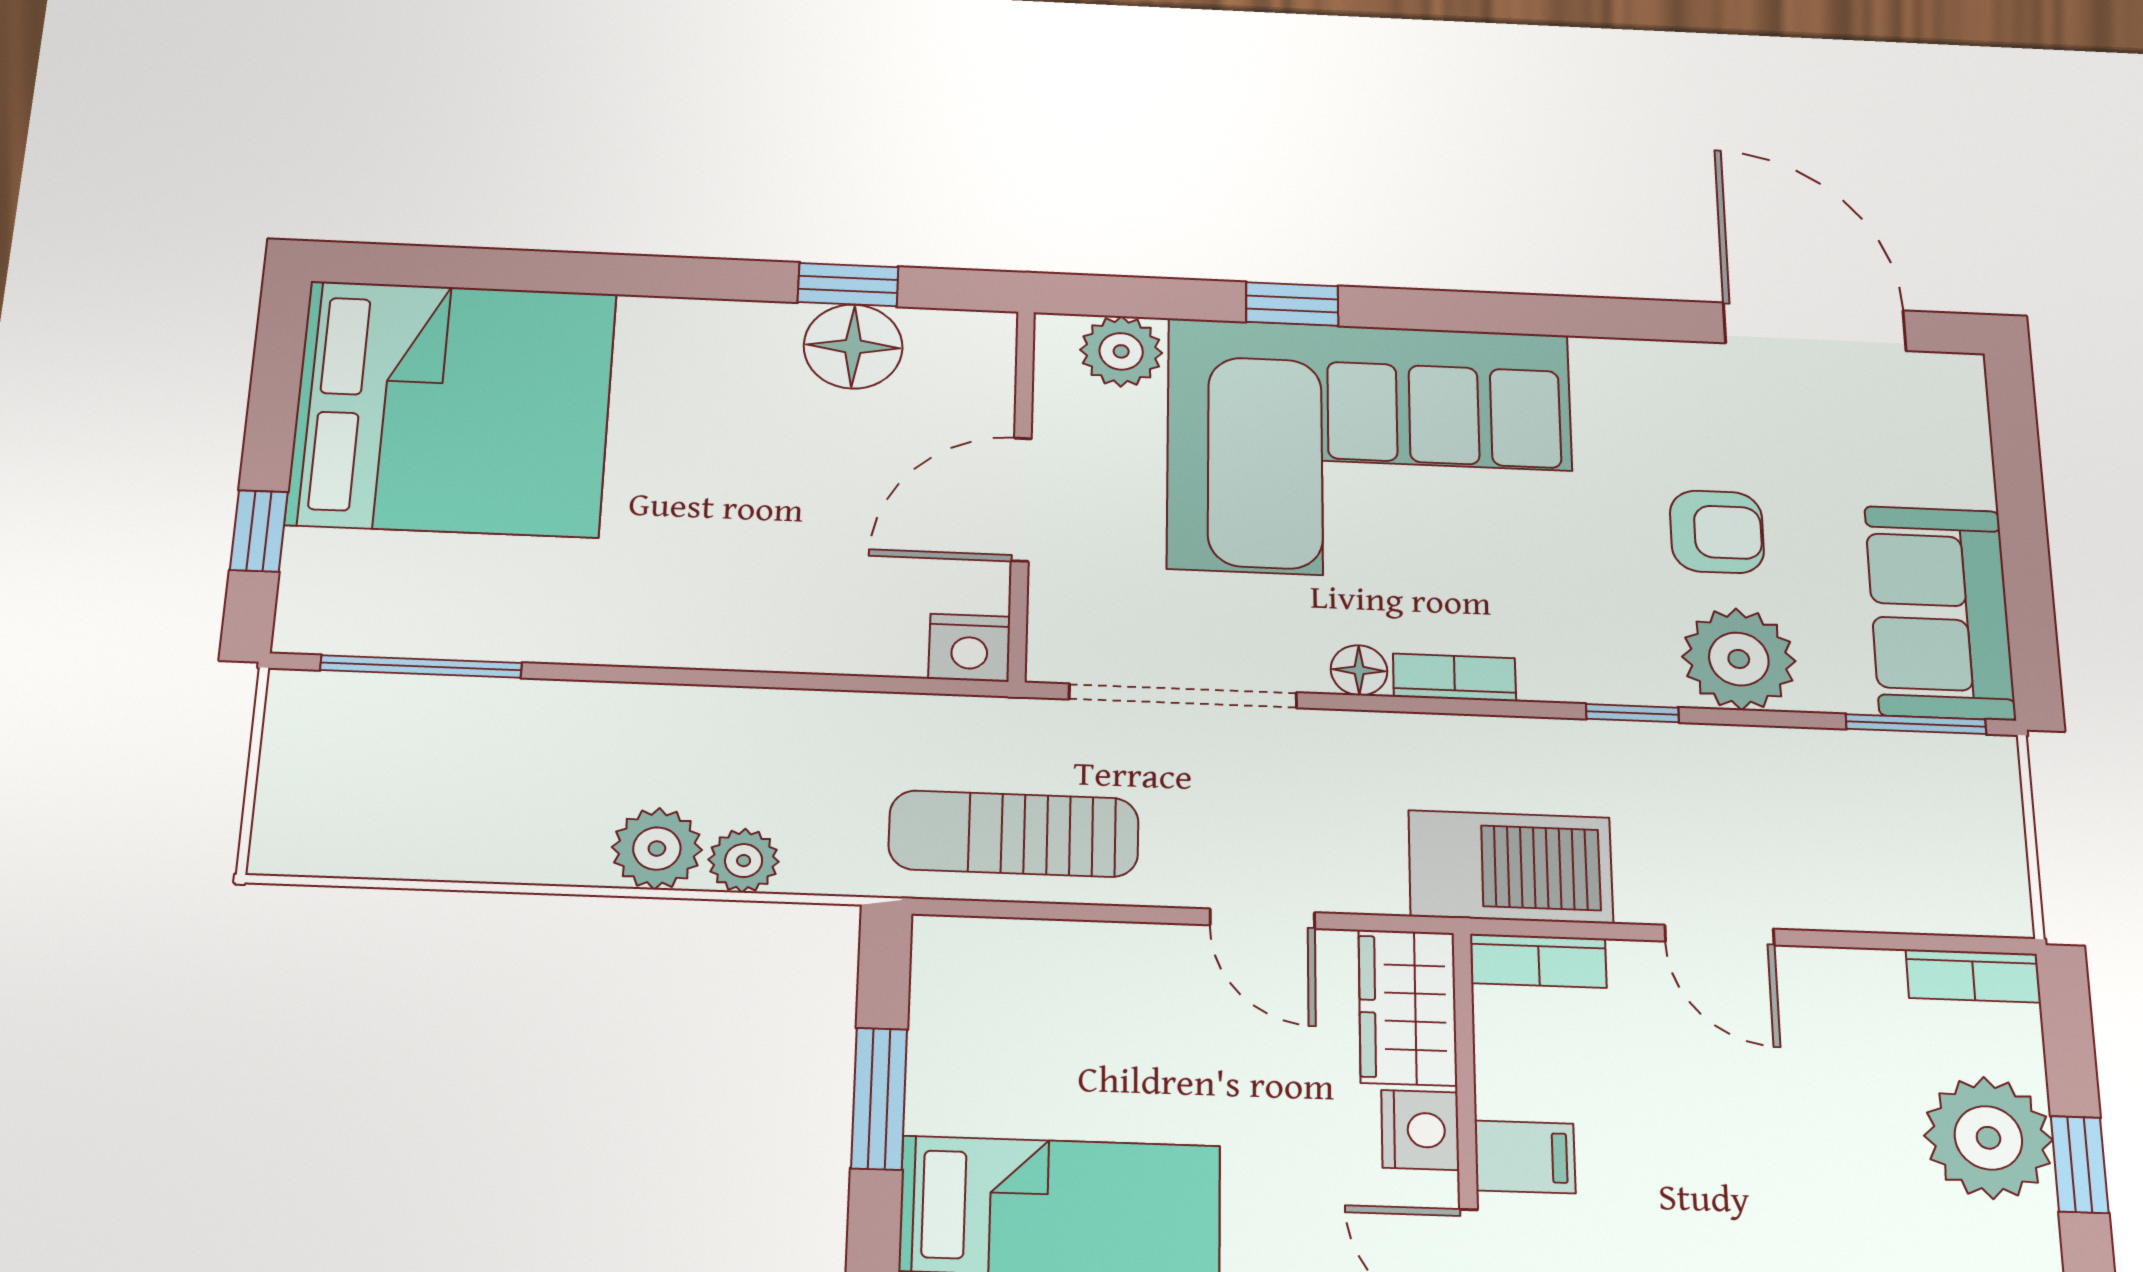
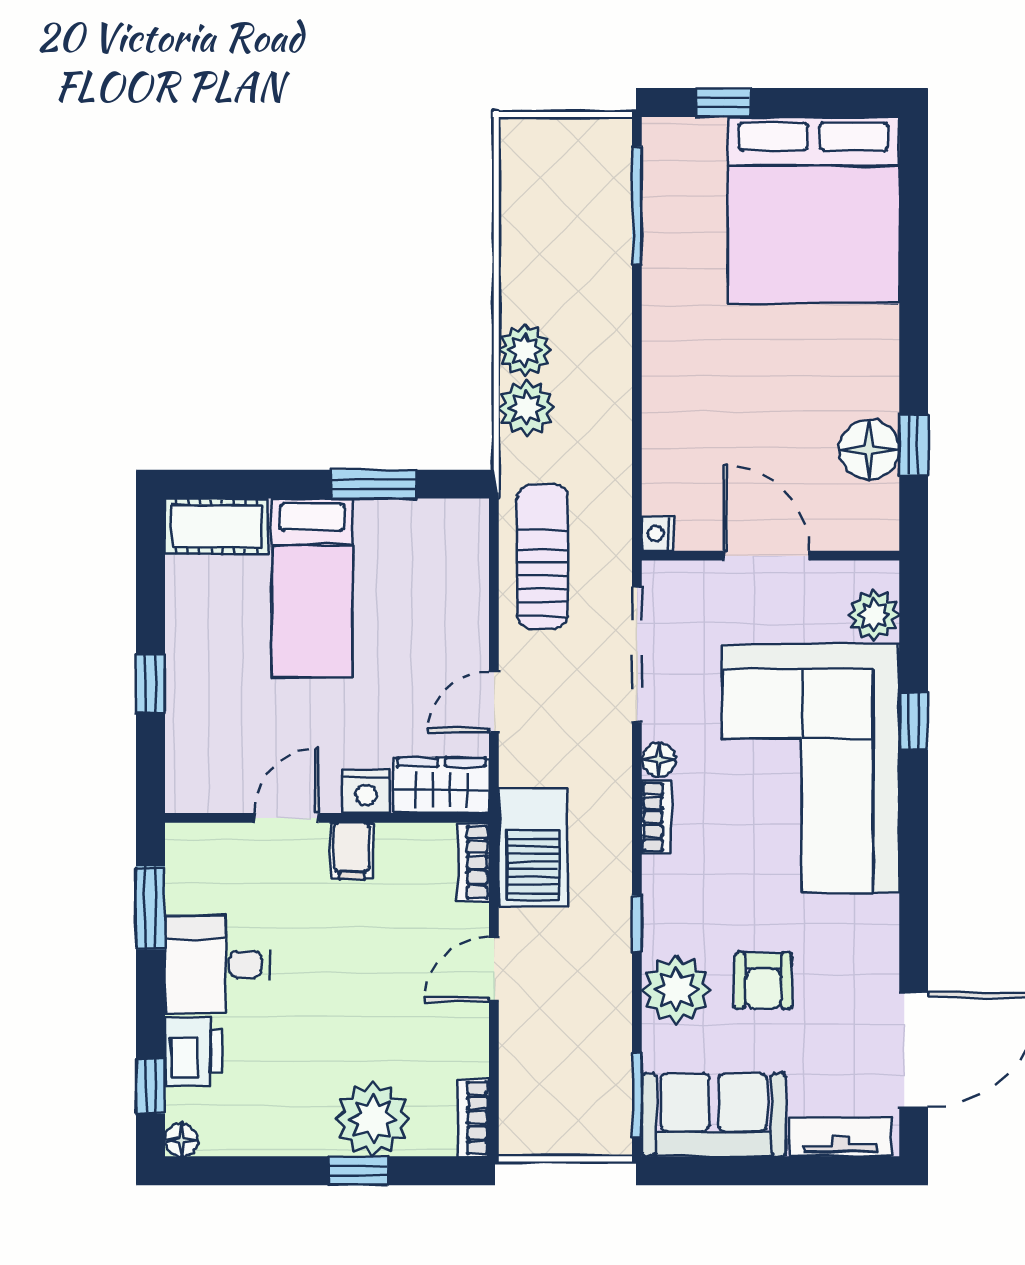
tv unit: (1961, 433) -> (841, 1137), added
nightstand: (969, 648) -> (658, 534), width x0.72, depth x0.74
plant: (744, 861) -> (527, 408), width x1.38, depth x1.38

